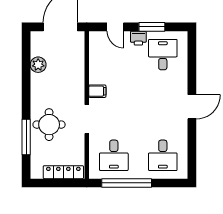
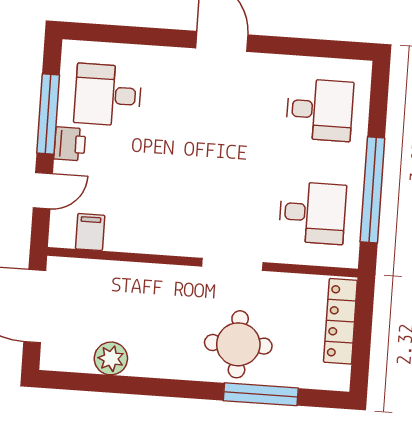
window: (152, 27) -> (48, 114), width x1.44
filing cabinet: (97, 91) -> (90, 232), moved

